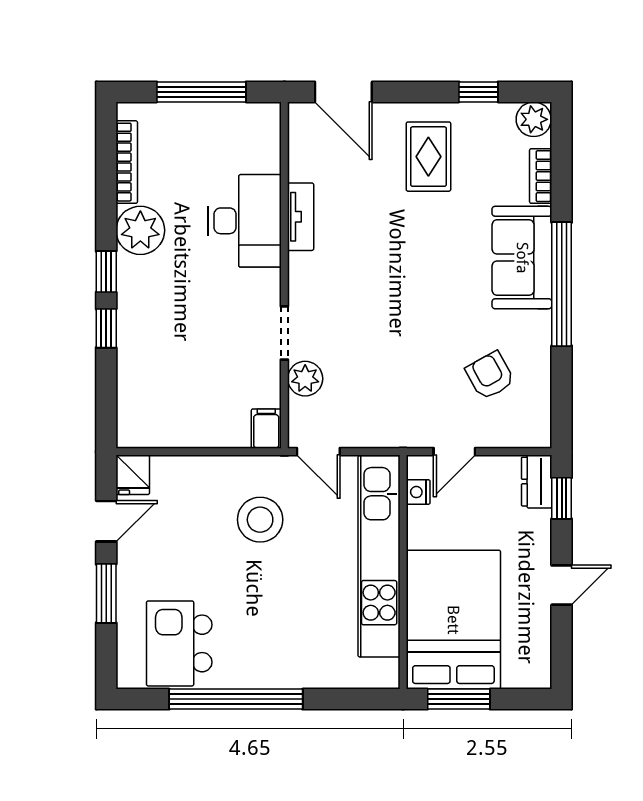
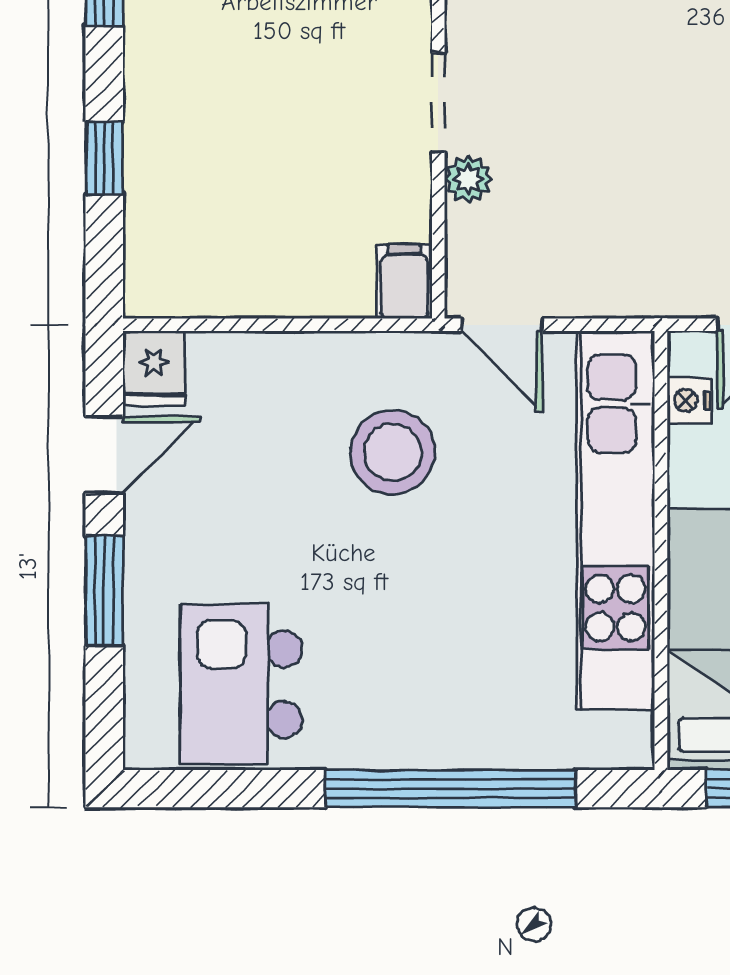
window: (106, 328) -> (104, 158), moved
plant: (305, 379) -> (468, 179), width x0.73, depth x0.73
window: (236, 699) -> (450, 789), moved

